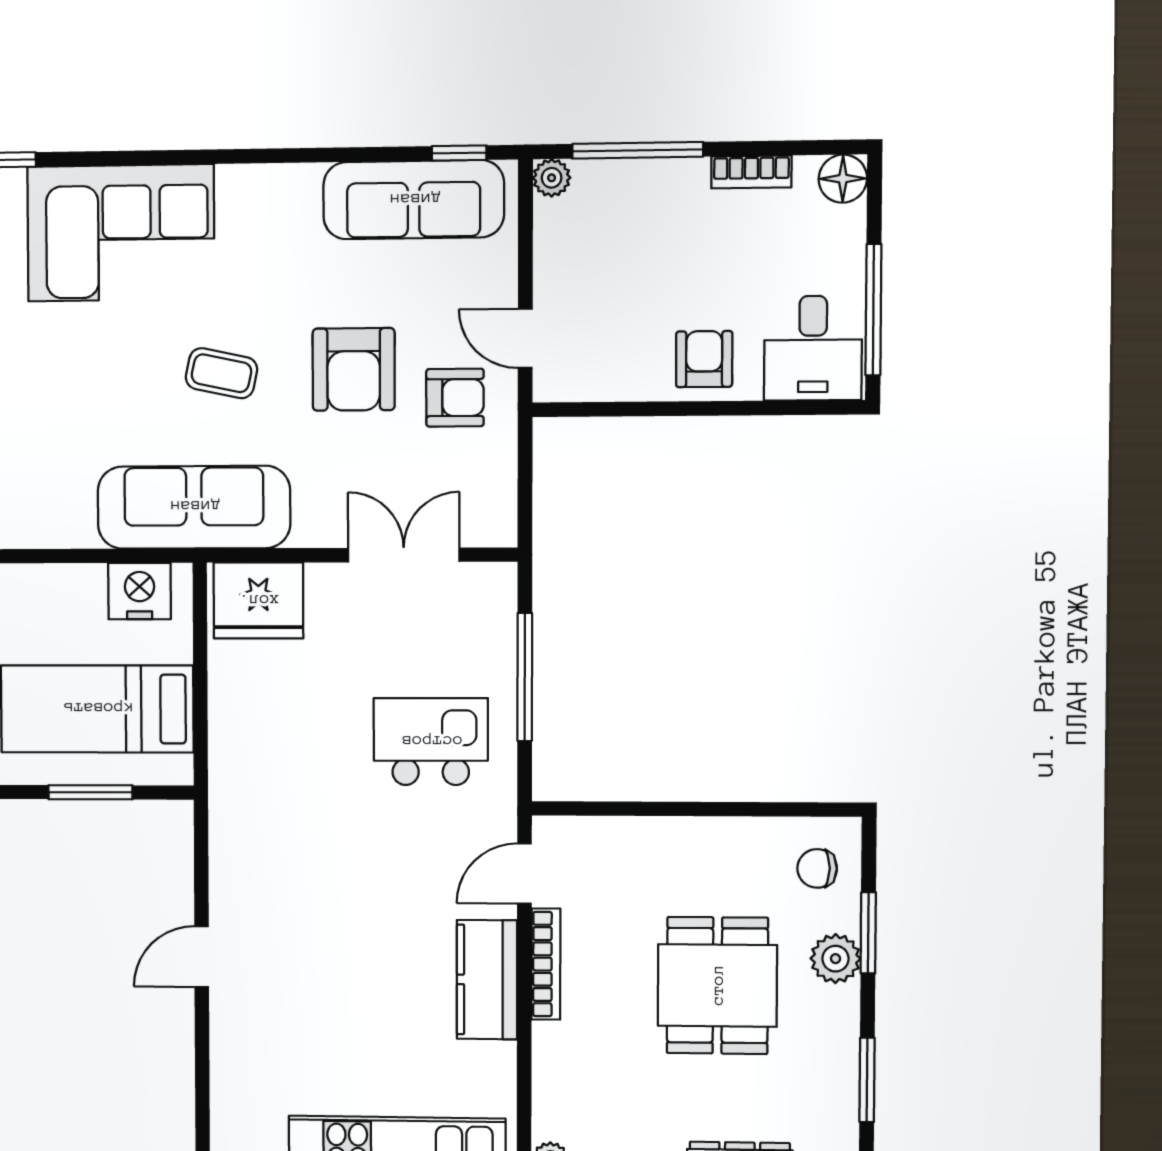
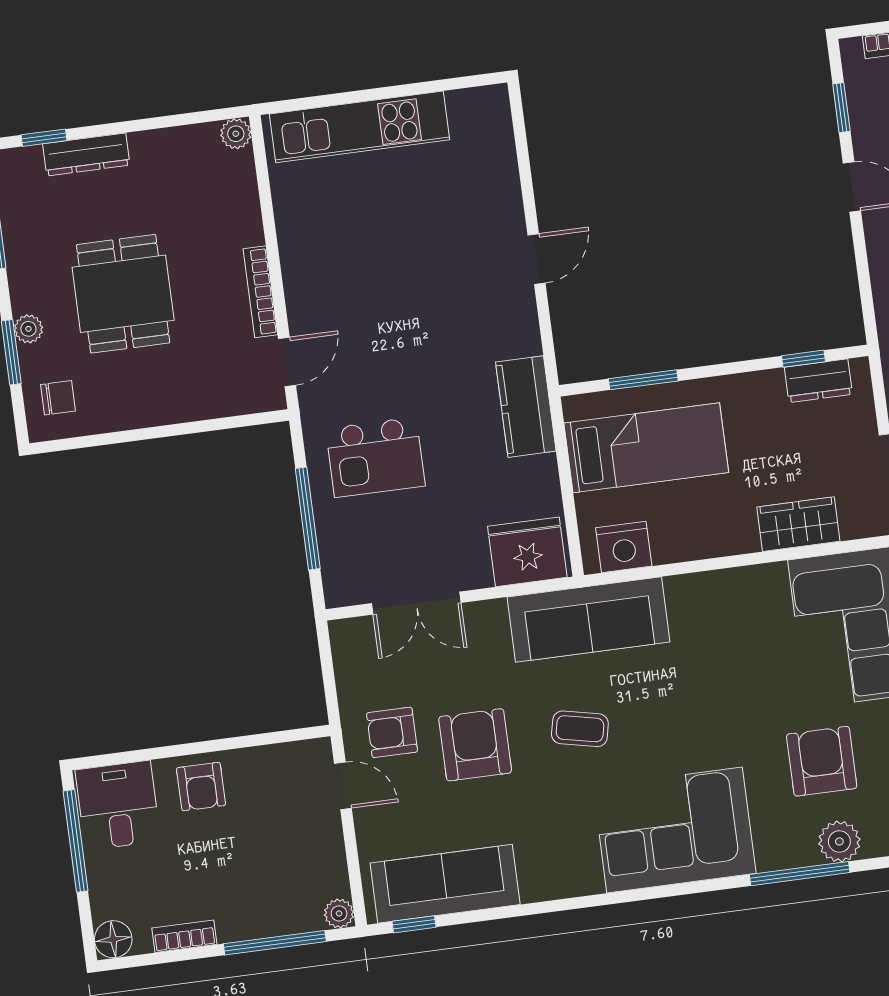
plant: (836, 959) -> (28, 329), width x0.73, depth x0.73
kitchen counter: (487, 980) -> (526, 407), moved, turned 180

